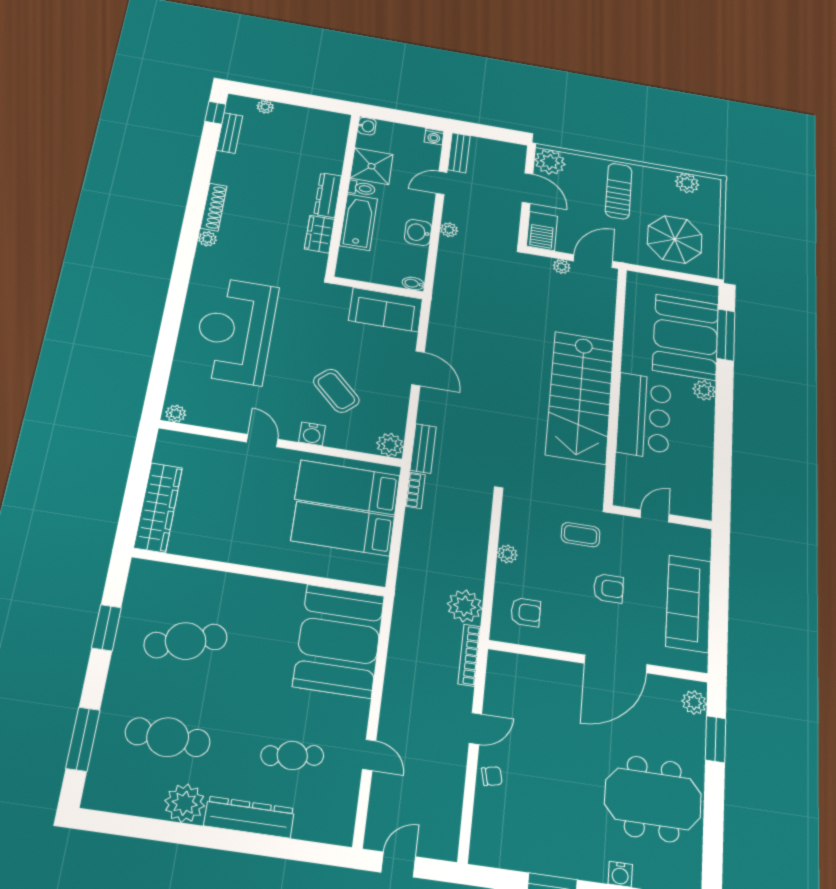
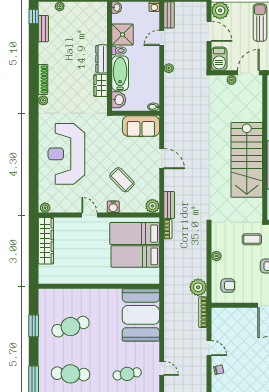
washbasin: (418, 232) -> (119, 100), moved, turned 180
wardrobe: (158, 507) -> (46, 241), moved
door: (475, 729) -> (209, 348), hinge flipped

